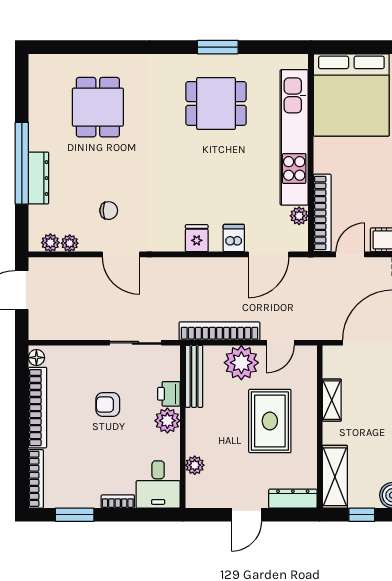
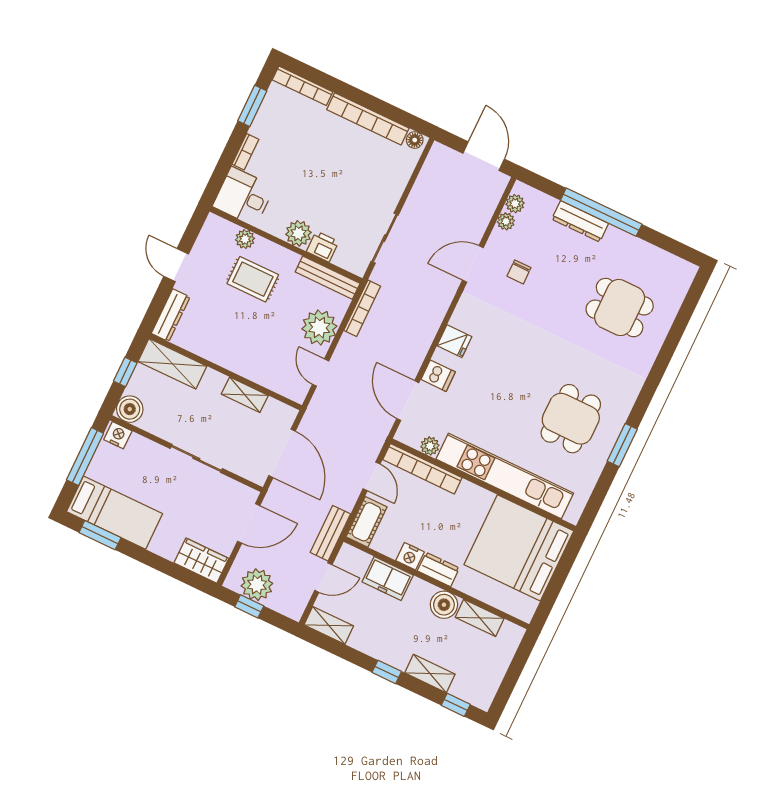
bookcase: (219, 331) -> (362, 308), width x0.68, depth x0.76
armchair: (108, 405) -> (340, 185), removed
rug: (270, 421) -> (253, 279), moved, width x0.73, depth x0.70

